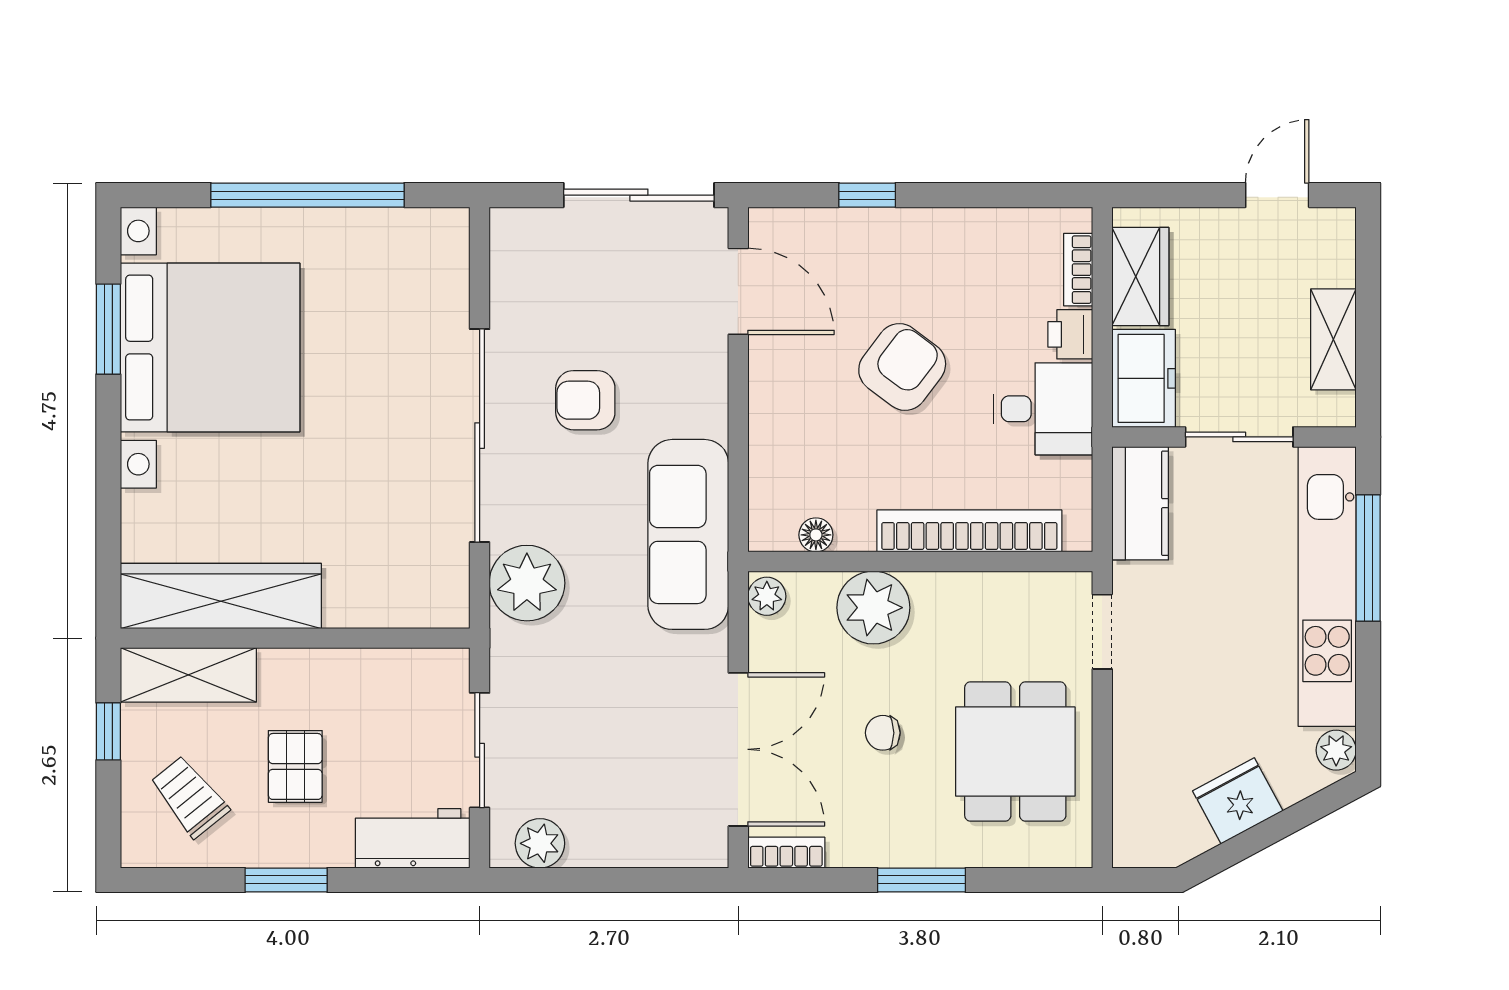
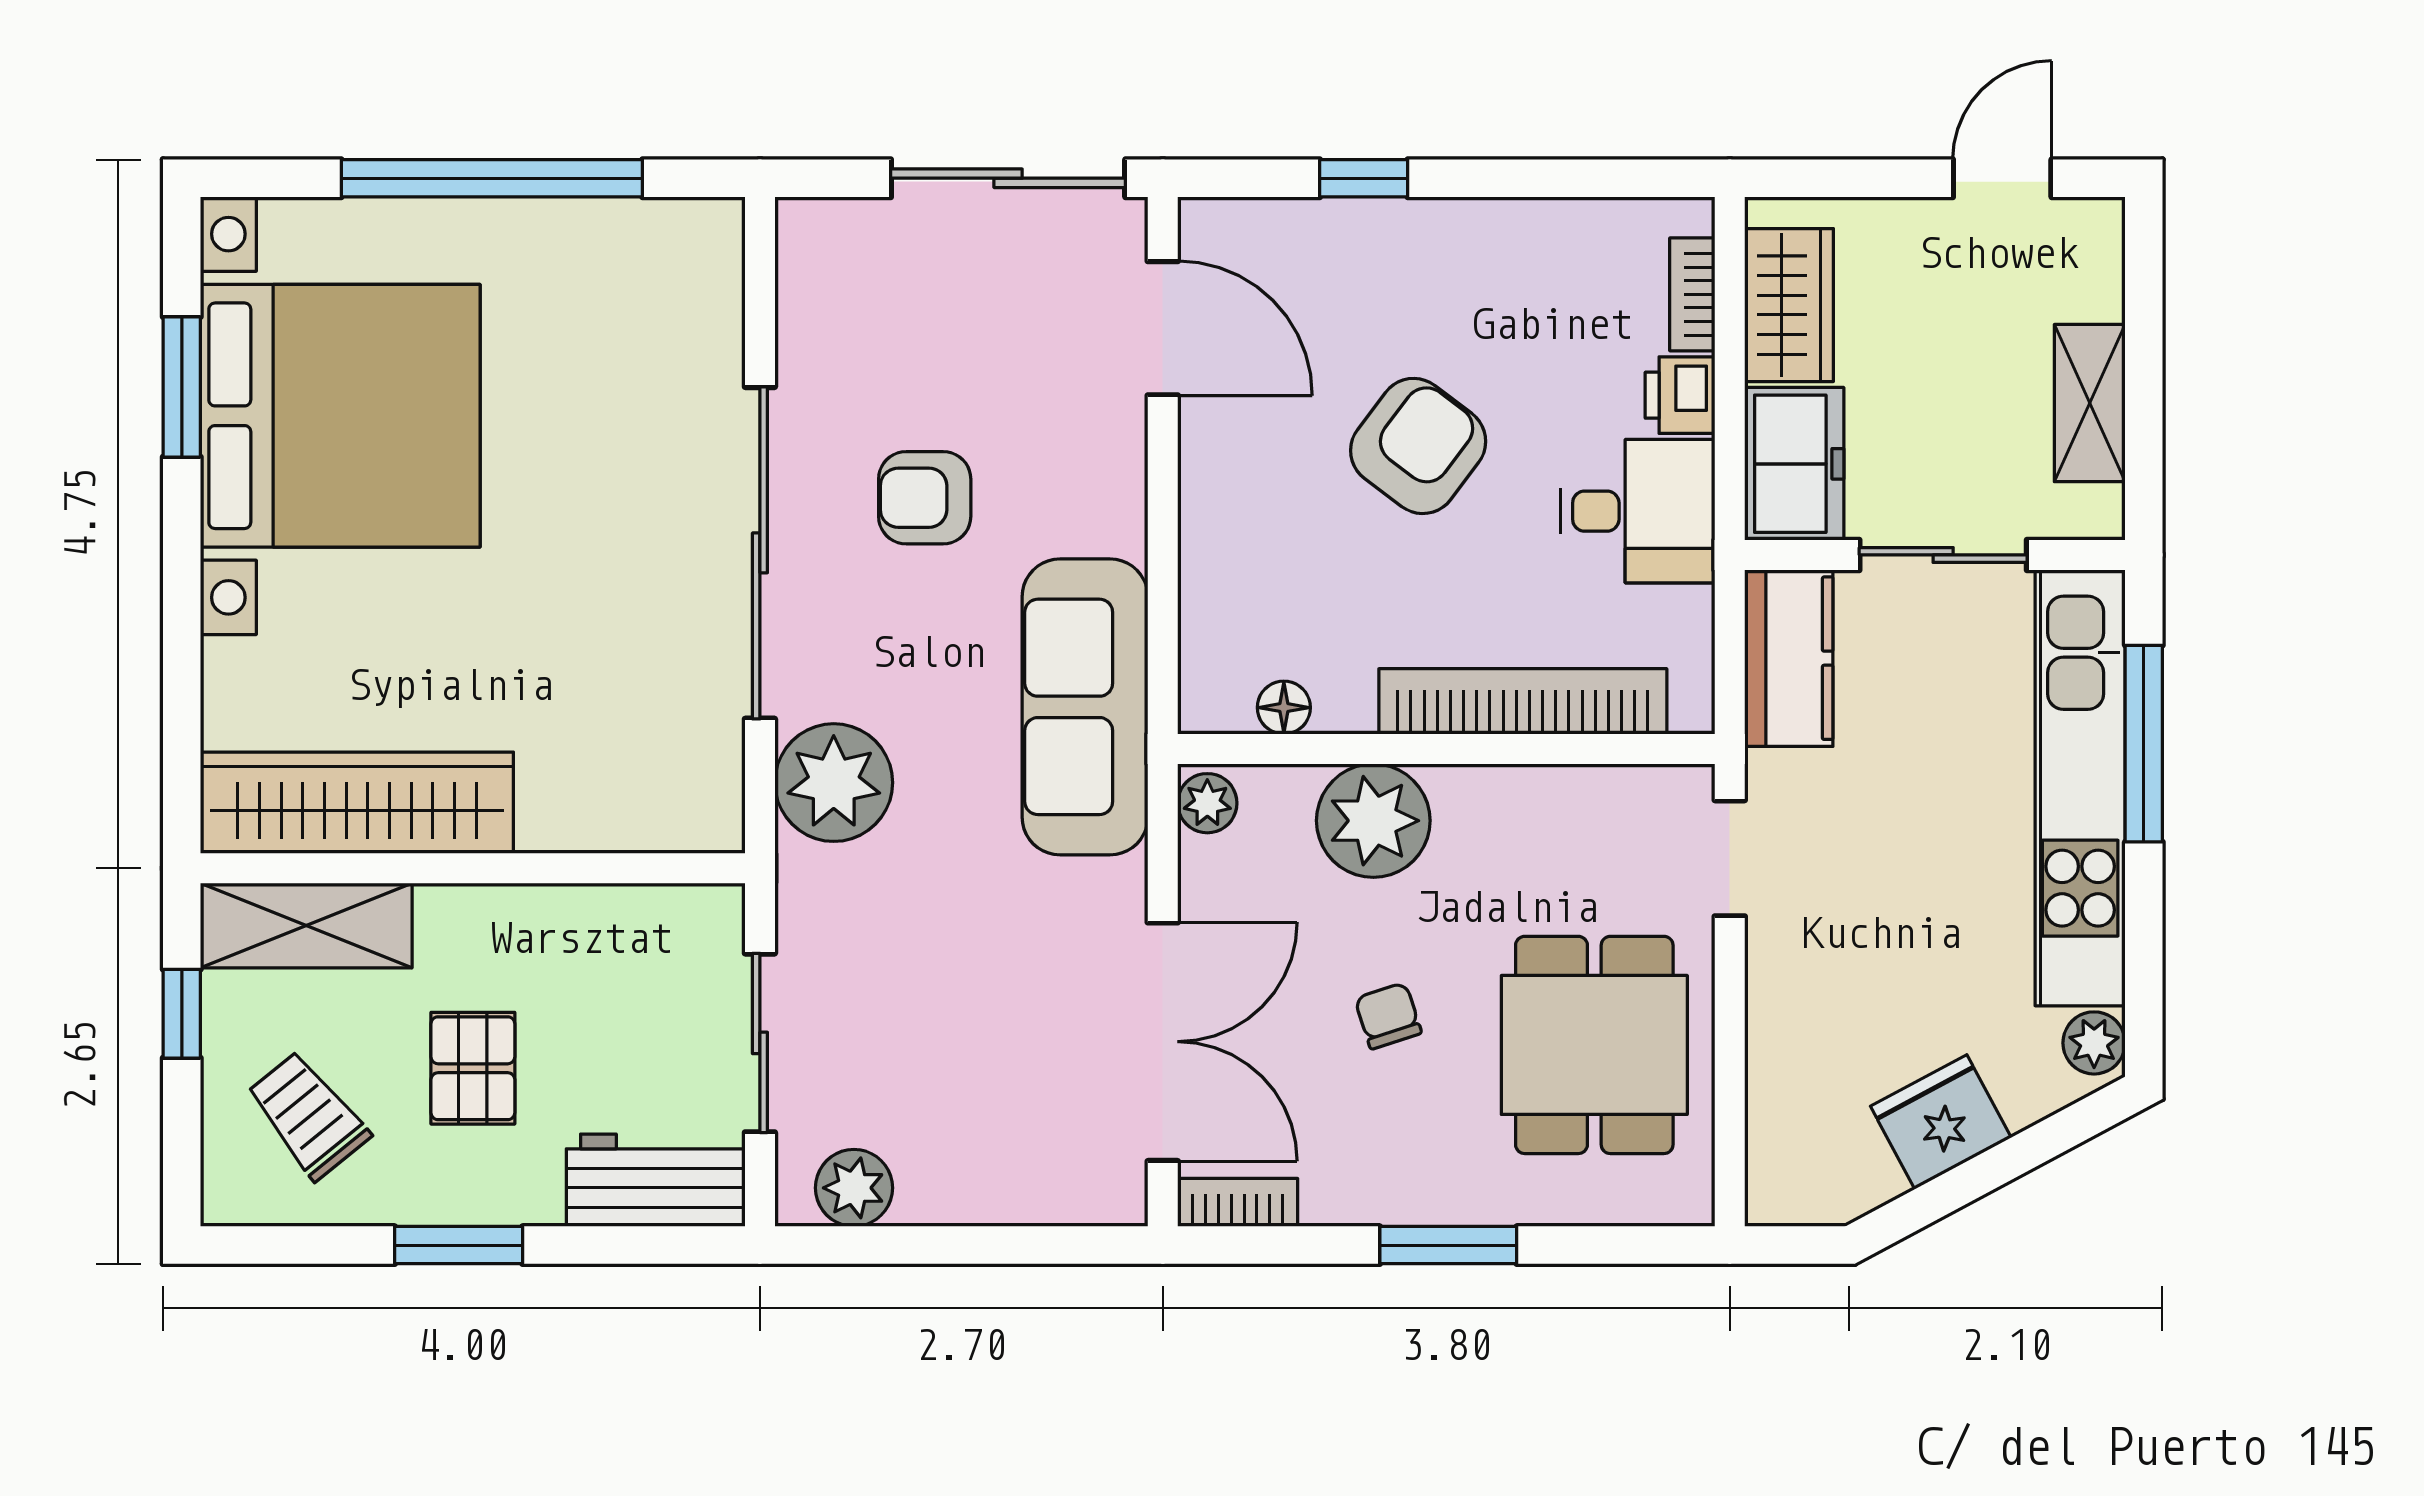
chair: (883, 733) -> (1388, 1016), turned 72

